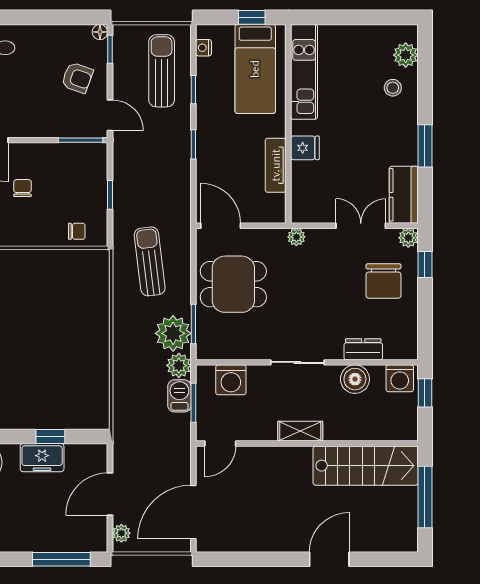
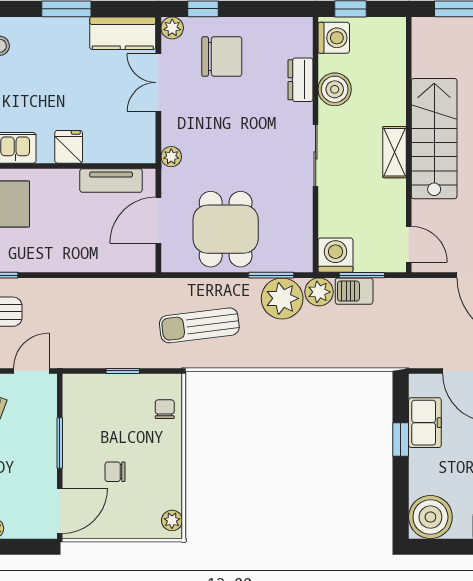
window: (81, 140) -> (60, 443), moved
window: (193, 144) -> (65, 275), removed
tv unit: (276, 165) -> (111, 180), moved
door: (221, 226) -> (158, 220), moved
washing machine: (231, 380) -> (336, 255), moved, turned -90
freezer: (42, 458) -> (425, 423), moved
stairs: (366, 466) -> (434, 139), moved

